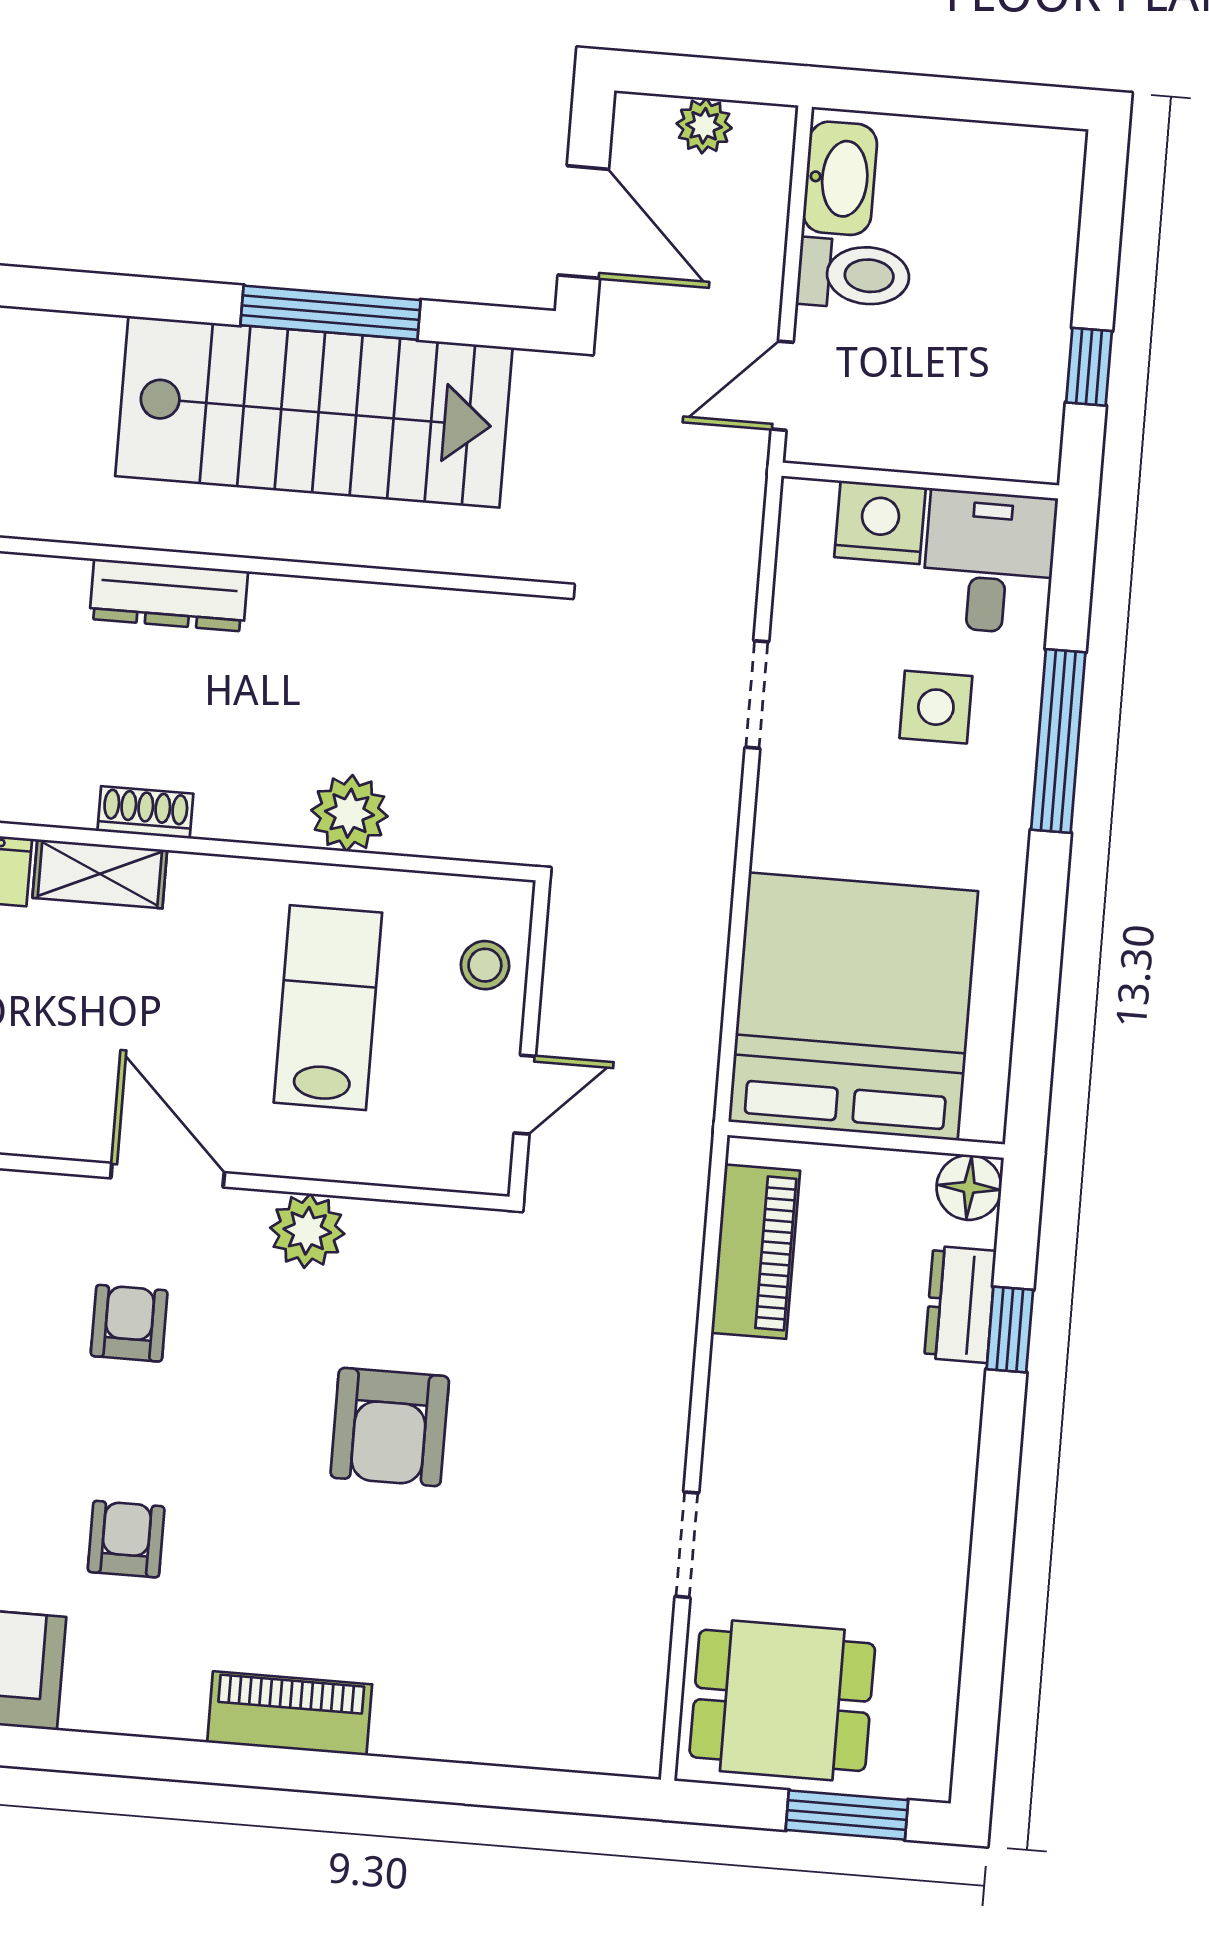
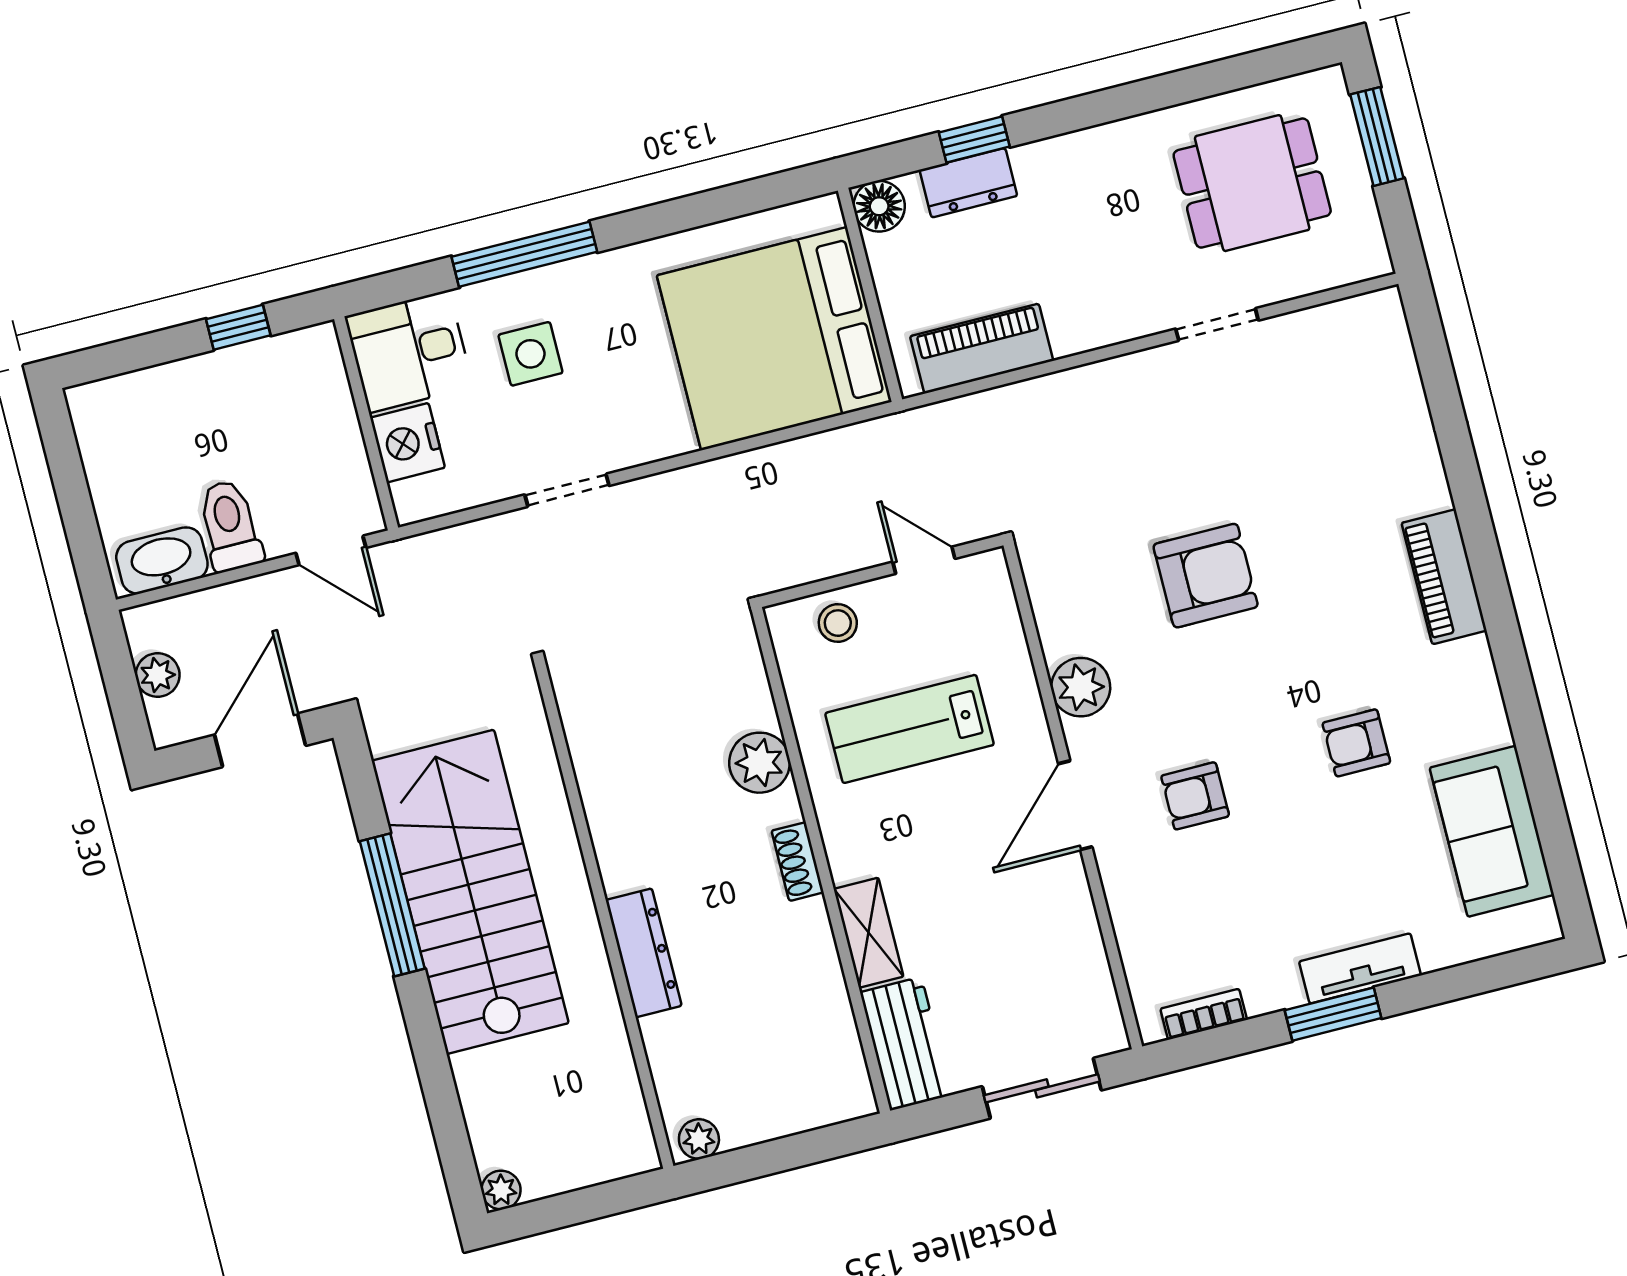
shoe rack: (145, 812) -> (798, 862), moved
dining table: (782, 1700) -> (1252, 183), moved, turned 90

